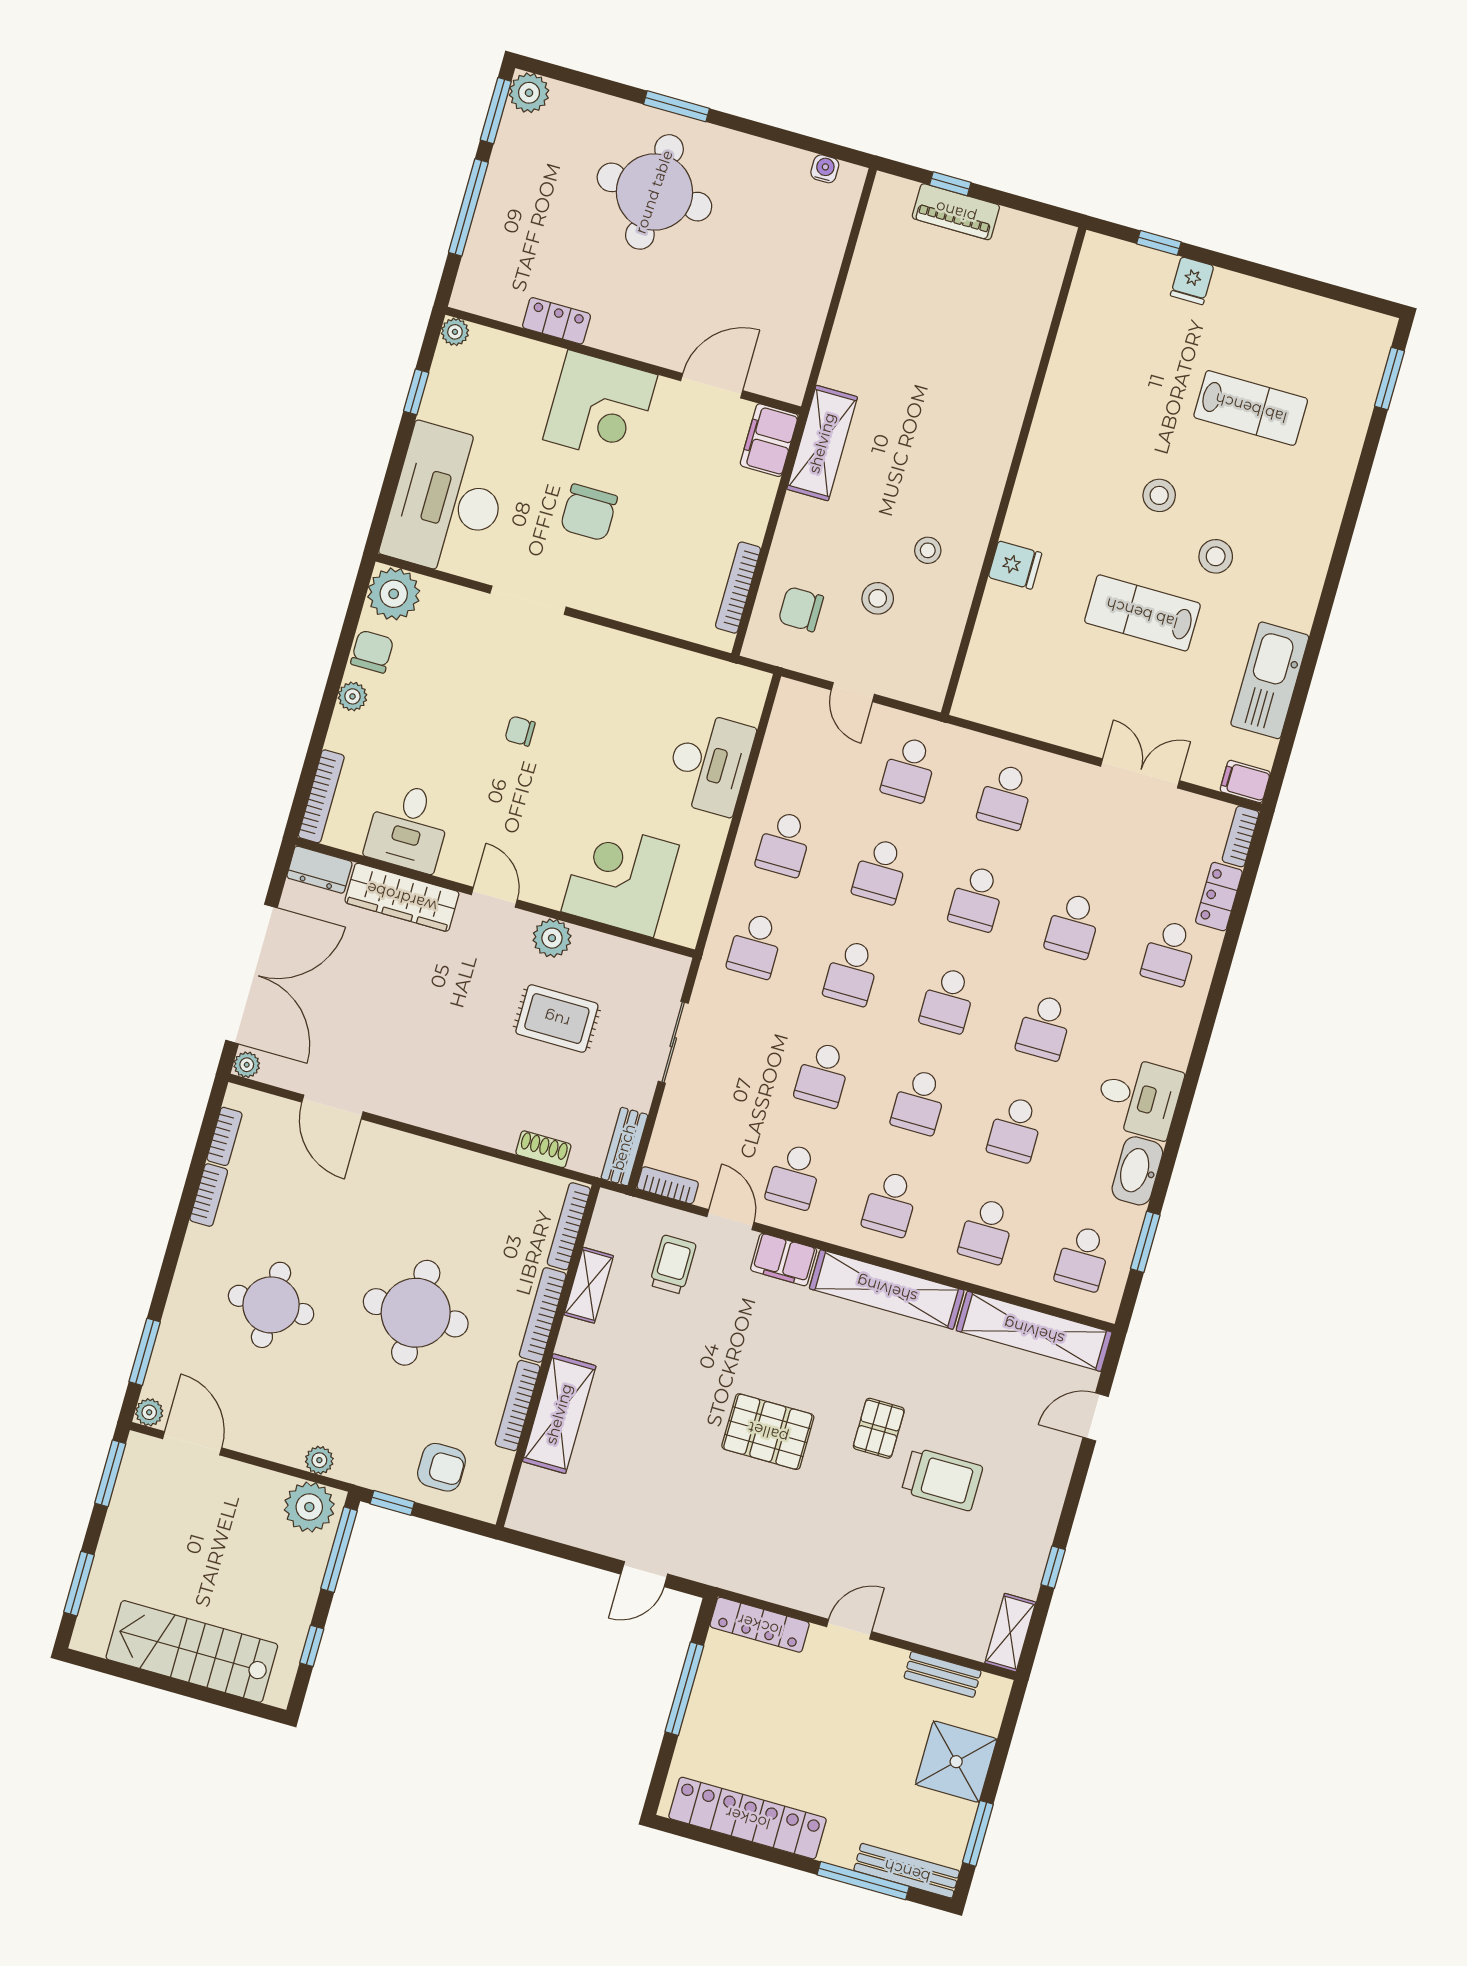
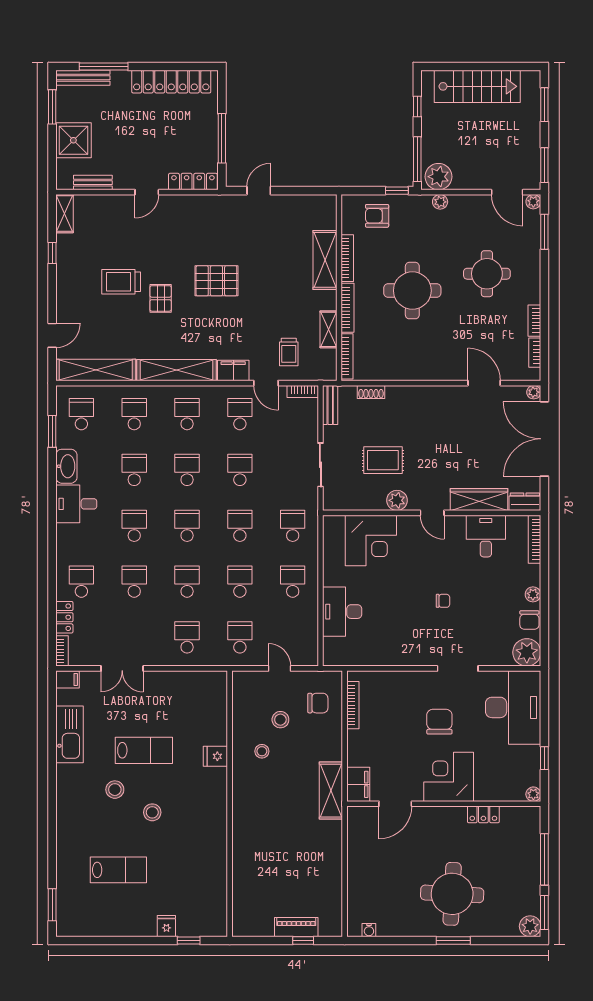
lab bench: (1251, 408) -> (118, 870), turned 180

